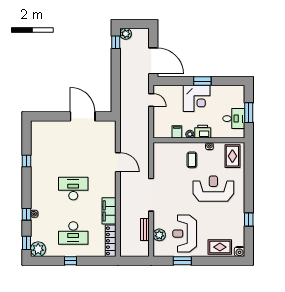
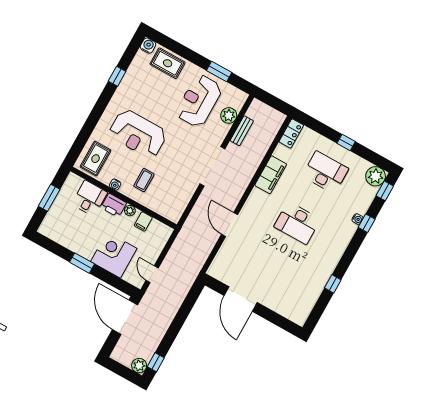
corner desk: (197, 98) -> (114, 255), moved
desk: (234, 119) -> (89, 198), moved, turned 90
reception desk: (185, 234) -> (199, 101), turned 180
locker: (111, 241) -> (291, 134), width x0.66

